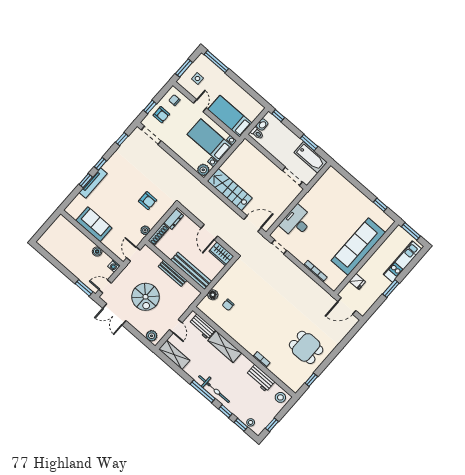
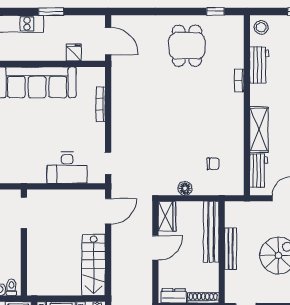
door: (252, 224) -> (108, 211), swing flipped
floor lamp: (213, 295) -> (185, 188), moved

